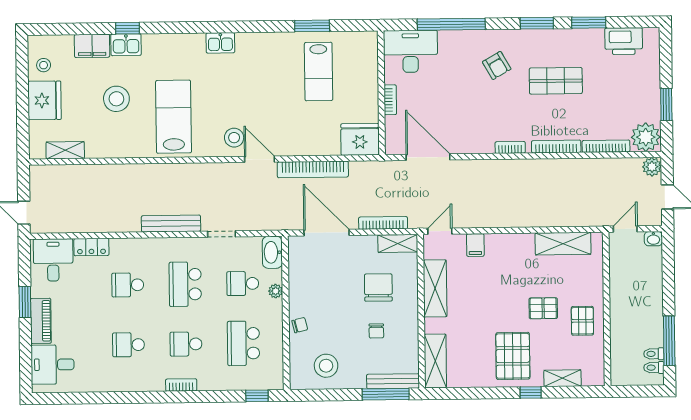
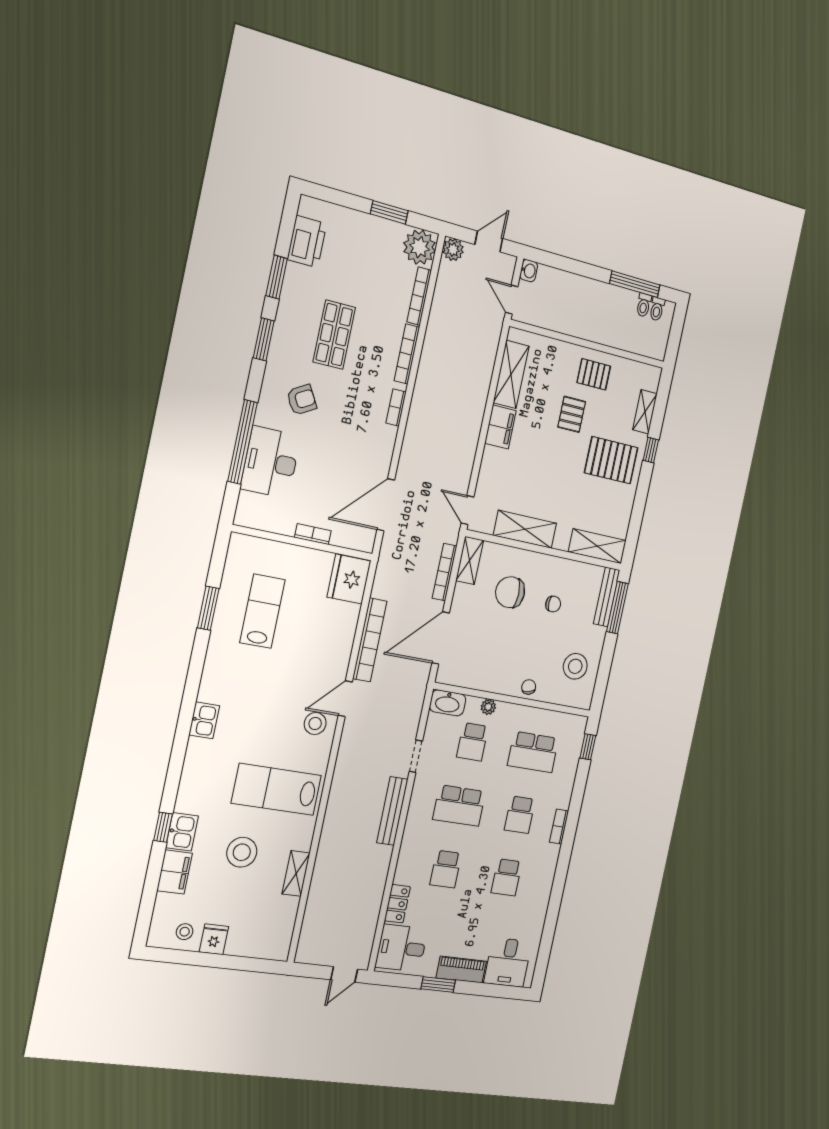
desk: (410, 51) -> (271, 462), moved
lab bench: (319, 72) -> (263, 611), turned -90
fridge: (44, 100) -> (214, 939), width x0.53, depth x0.75
shelving: (65, 150) -> (296, 873), moved
filing cabinet: (475, 245) -> (500, 427), moved, width x2.00

